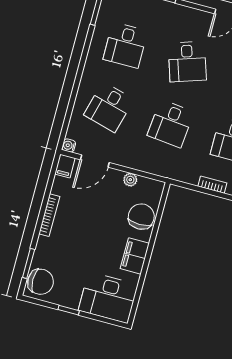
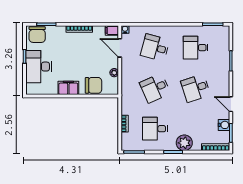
desk: (171, 124) -> (155, 88), turned -30
desk: (108, 298) -> (39, 67), moved

